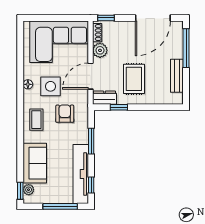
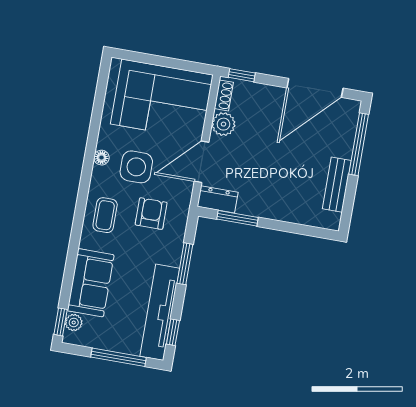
rug: (134, 79) -> (269, 178), removed
window: (119, 107) -> (237, 218), width x1.50

